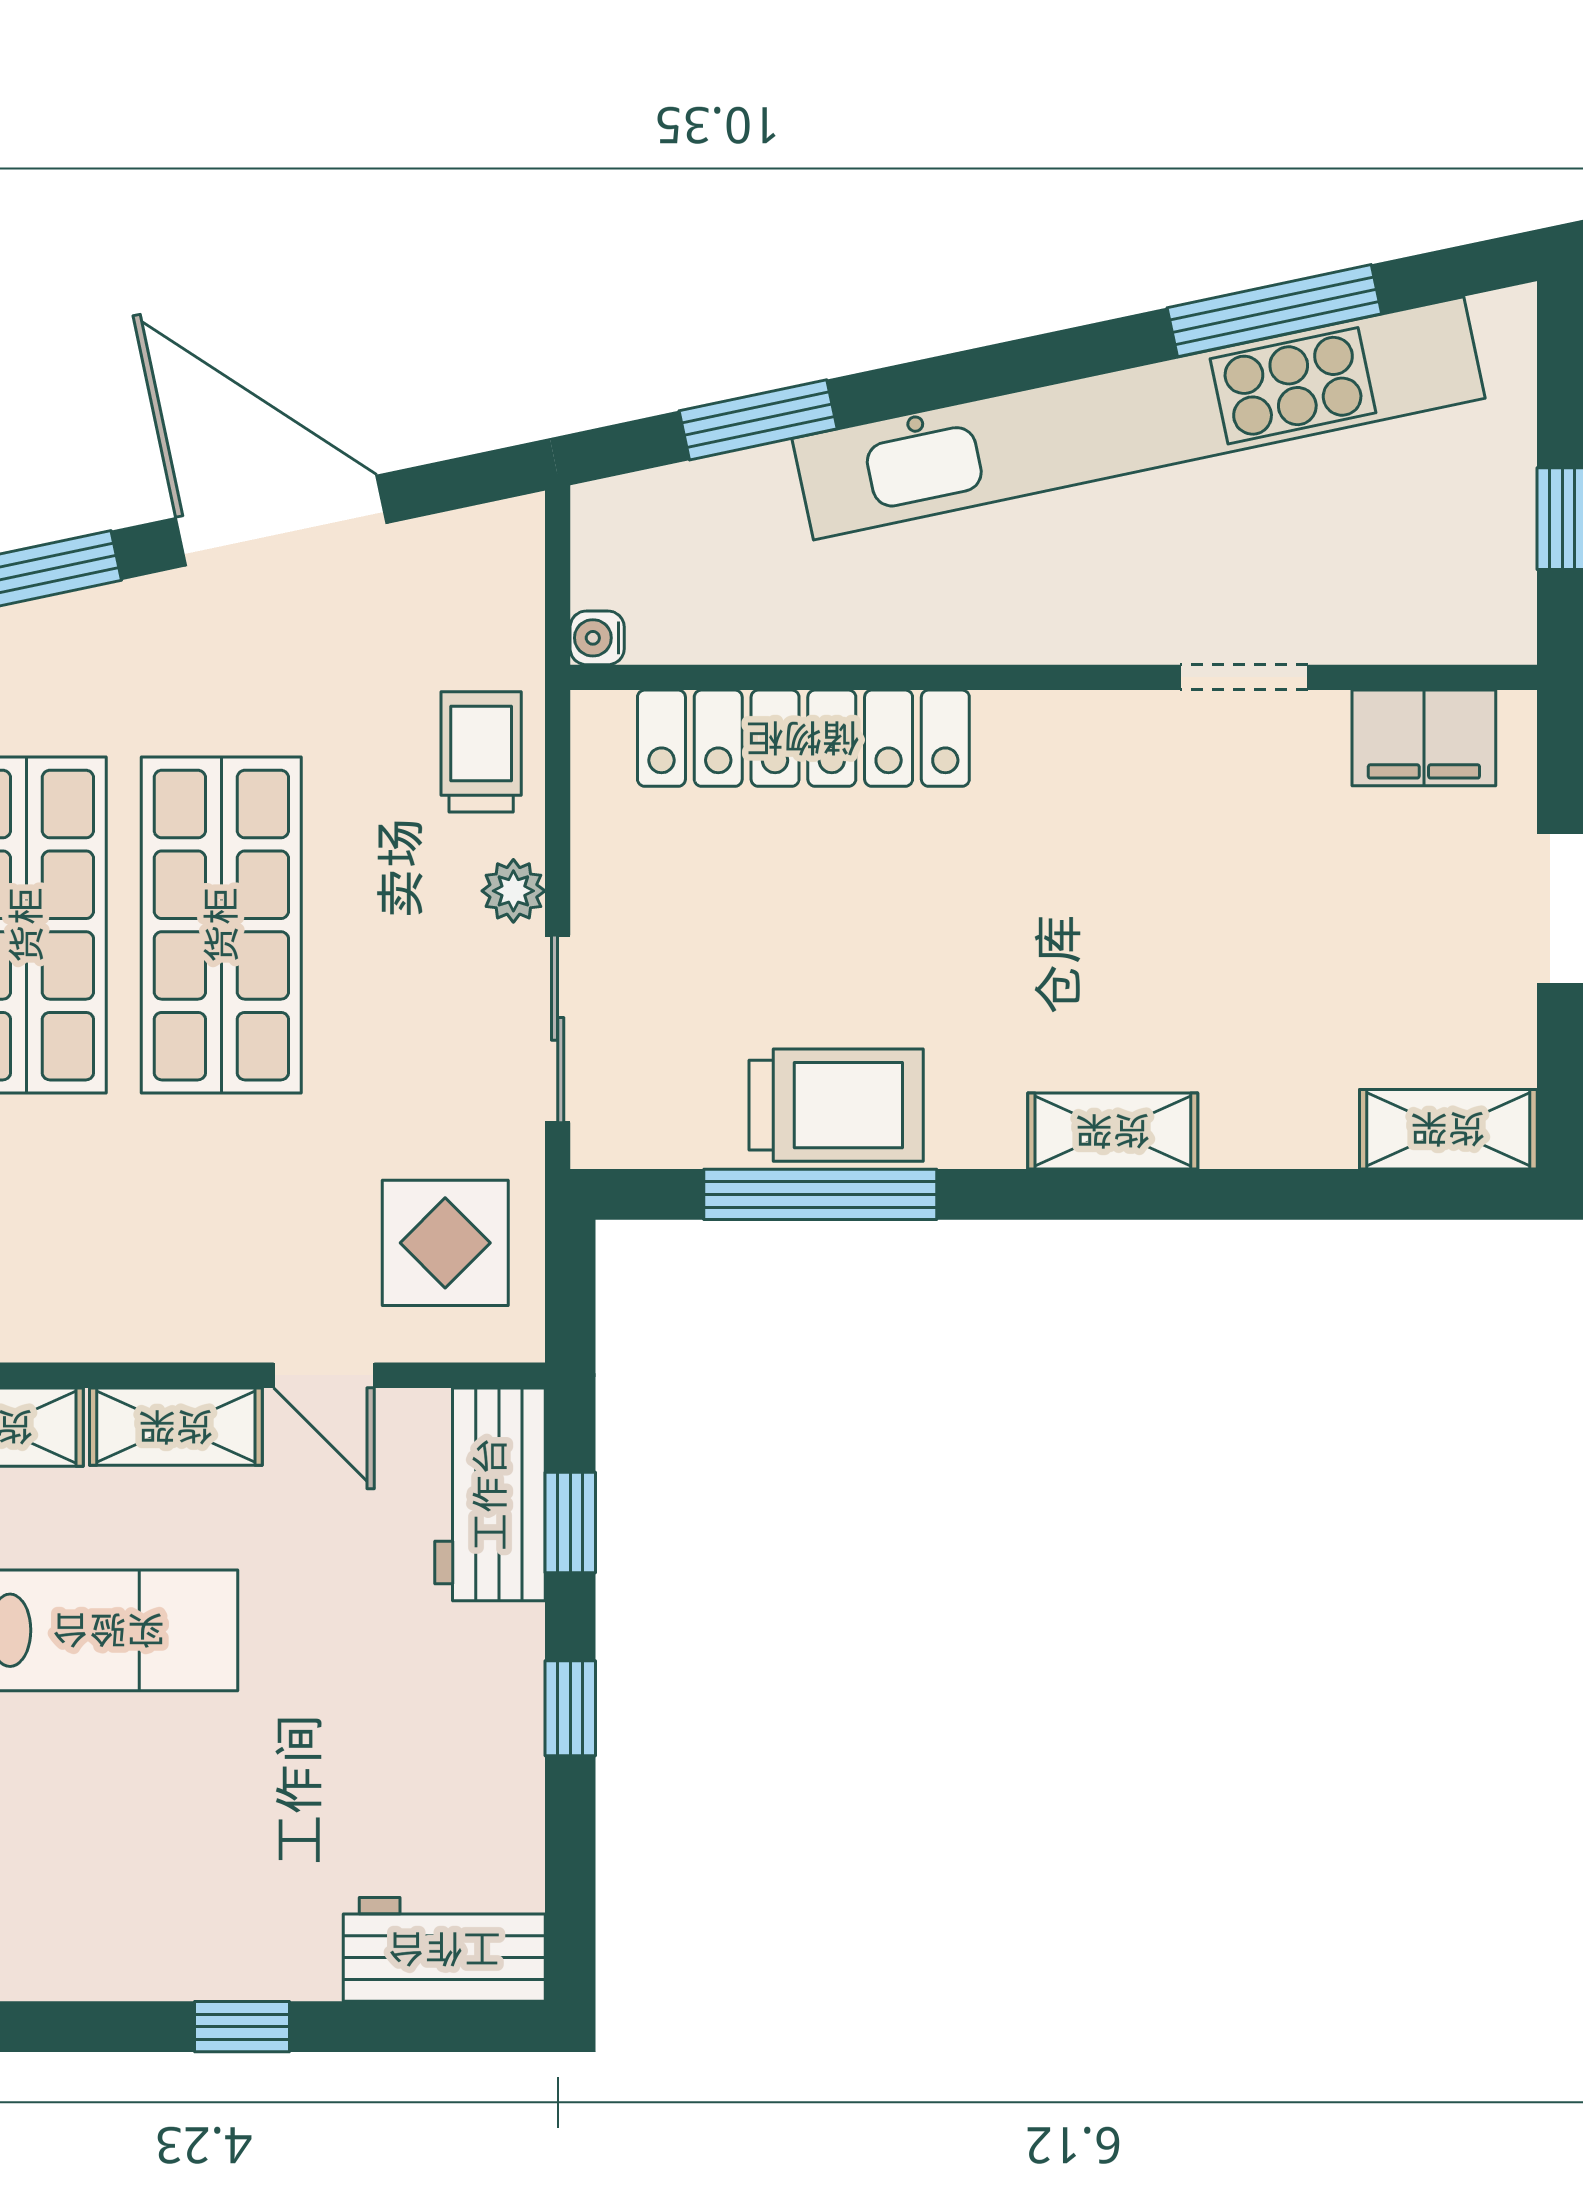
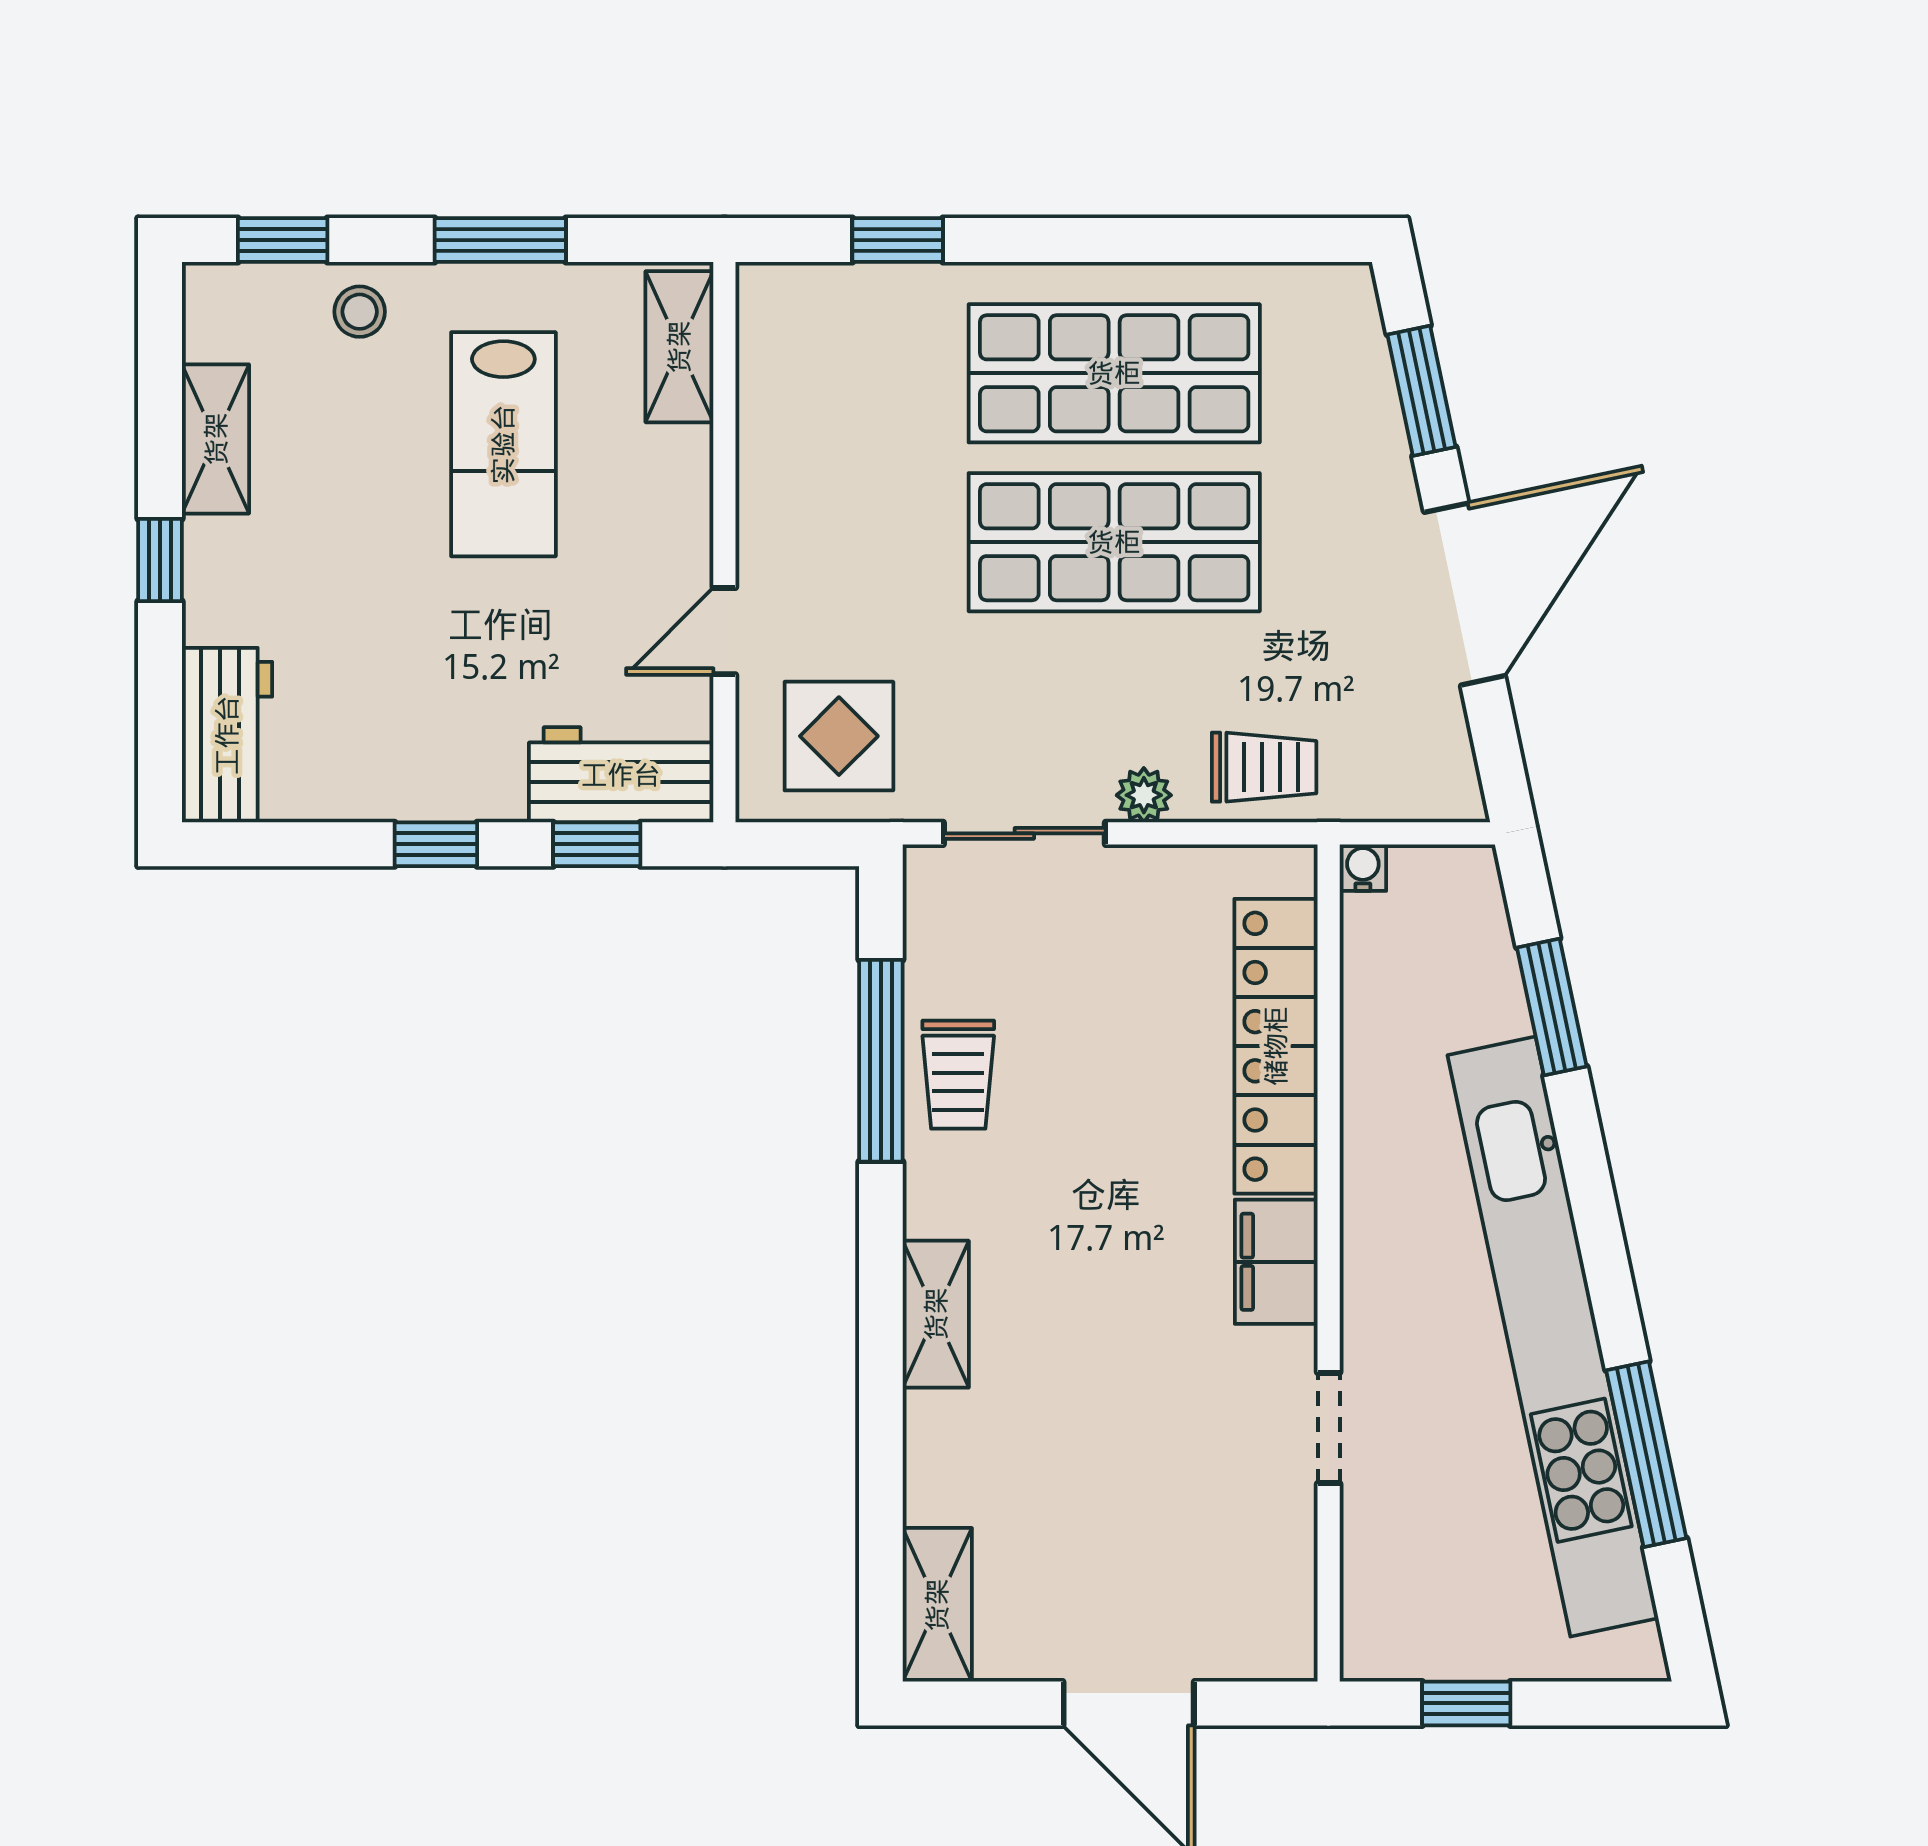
filing cabinet: (1424, 738) -> (1276, 1262), moved
trolley: (836, 1105) -> (958, 1075), width x0.73, depth x0.72
shelving: (176, 1427) -> (216, 439), moved

